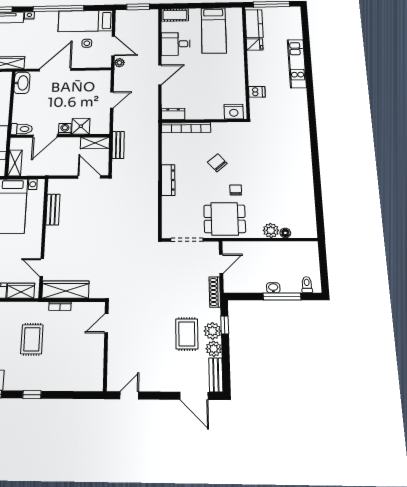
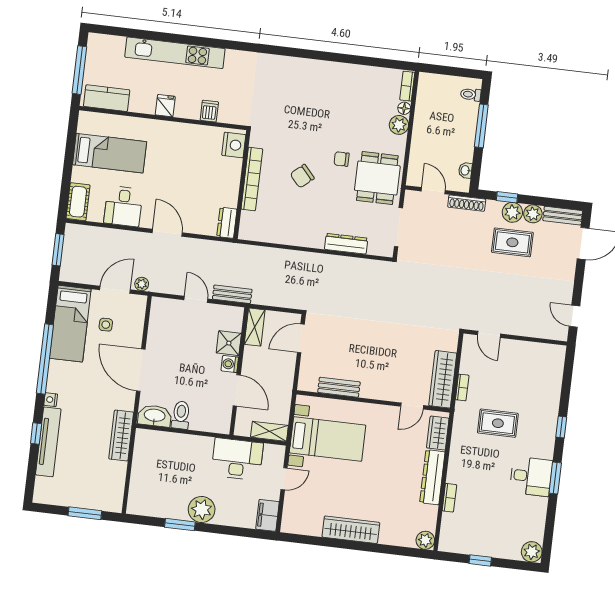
fridge: (255, 44) -> (165, 106), moved
kitchen unit: (297, 64) -> (175, 53), width x1.36
bookcase: (186, 128) -> (252, 179), moved
toilet: (22, 129) -> (181, 415), moved
bench: (118, 145) -> (232, 294), moved
dresser: (168, 180) -> (346, 244), moved
bookcase: (304, 233) -> (407, 86), added
washbasin: (273, 288) -> (465, 170), moved

